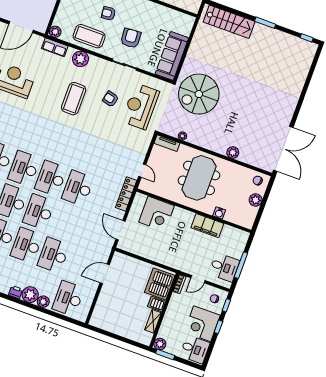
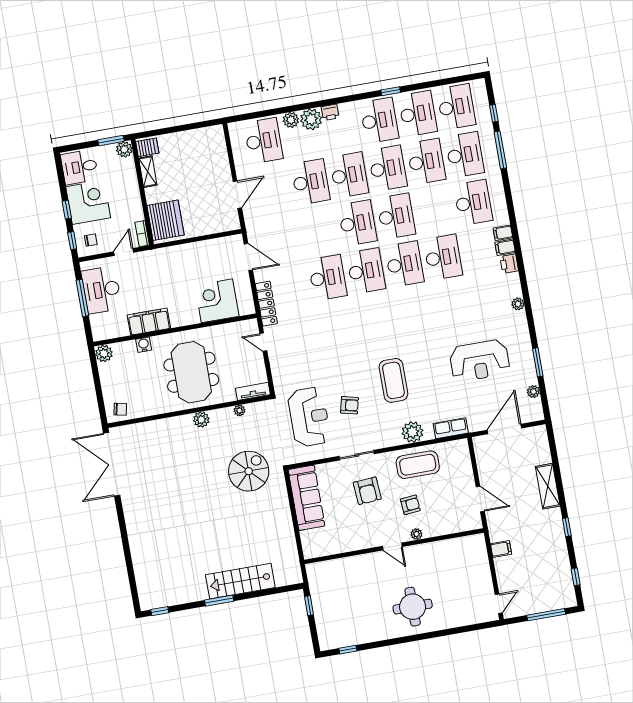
stairs: (229, 22) -> (240, 581), moved
plant: (55, 32) -> (461, 447), removed
spiral stairs: (199, 94) -> (249, 471), width x0.73, depth x0.73
plant: (233, 152) -> (201, 420), moved
plant: (256, 200) -> (104, 353), moved
desk: (224, 267) -> (102, 290), width x1.37
server rack: (157, 304) -> (147, 147), moved

